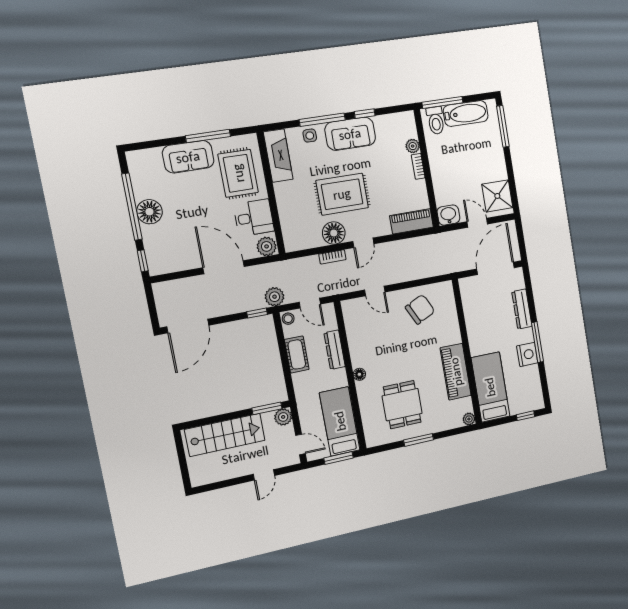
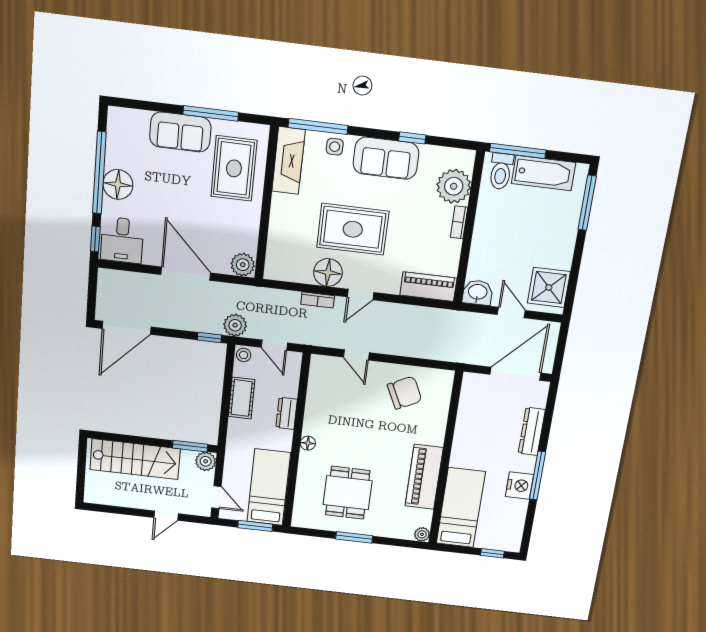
window: (322, 120) -> (318, 126), moved
plant: (413, 146) -> (454, 186), width x1.87, depth x1.87
desk: (254, 218) -> (122, 240), moved, turned 90
dresser: (335, 350) -> (287, 413), width x0.70

